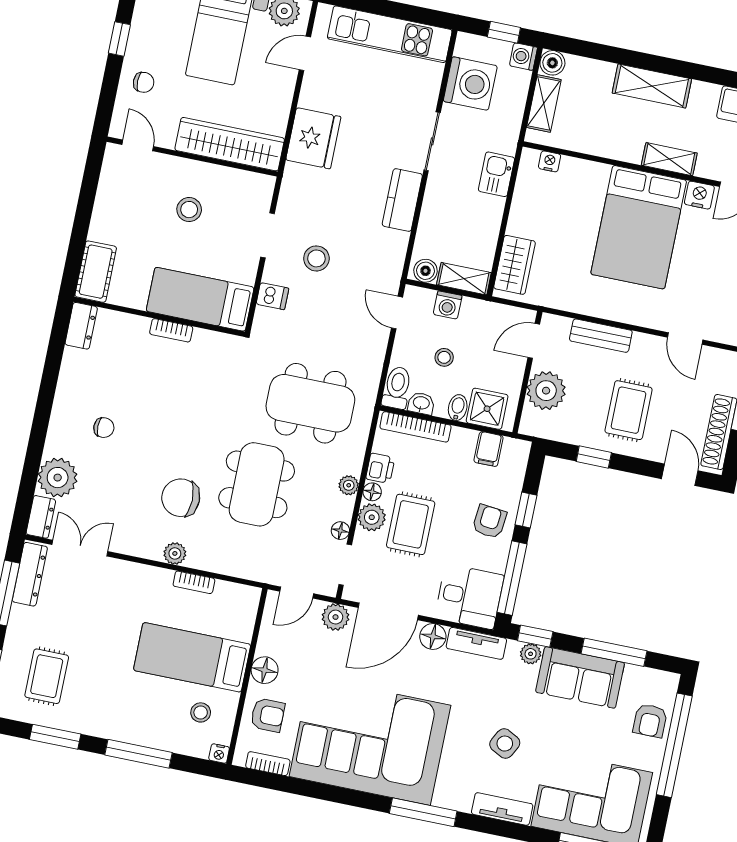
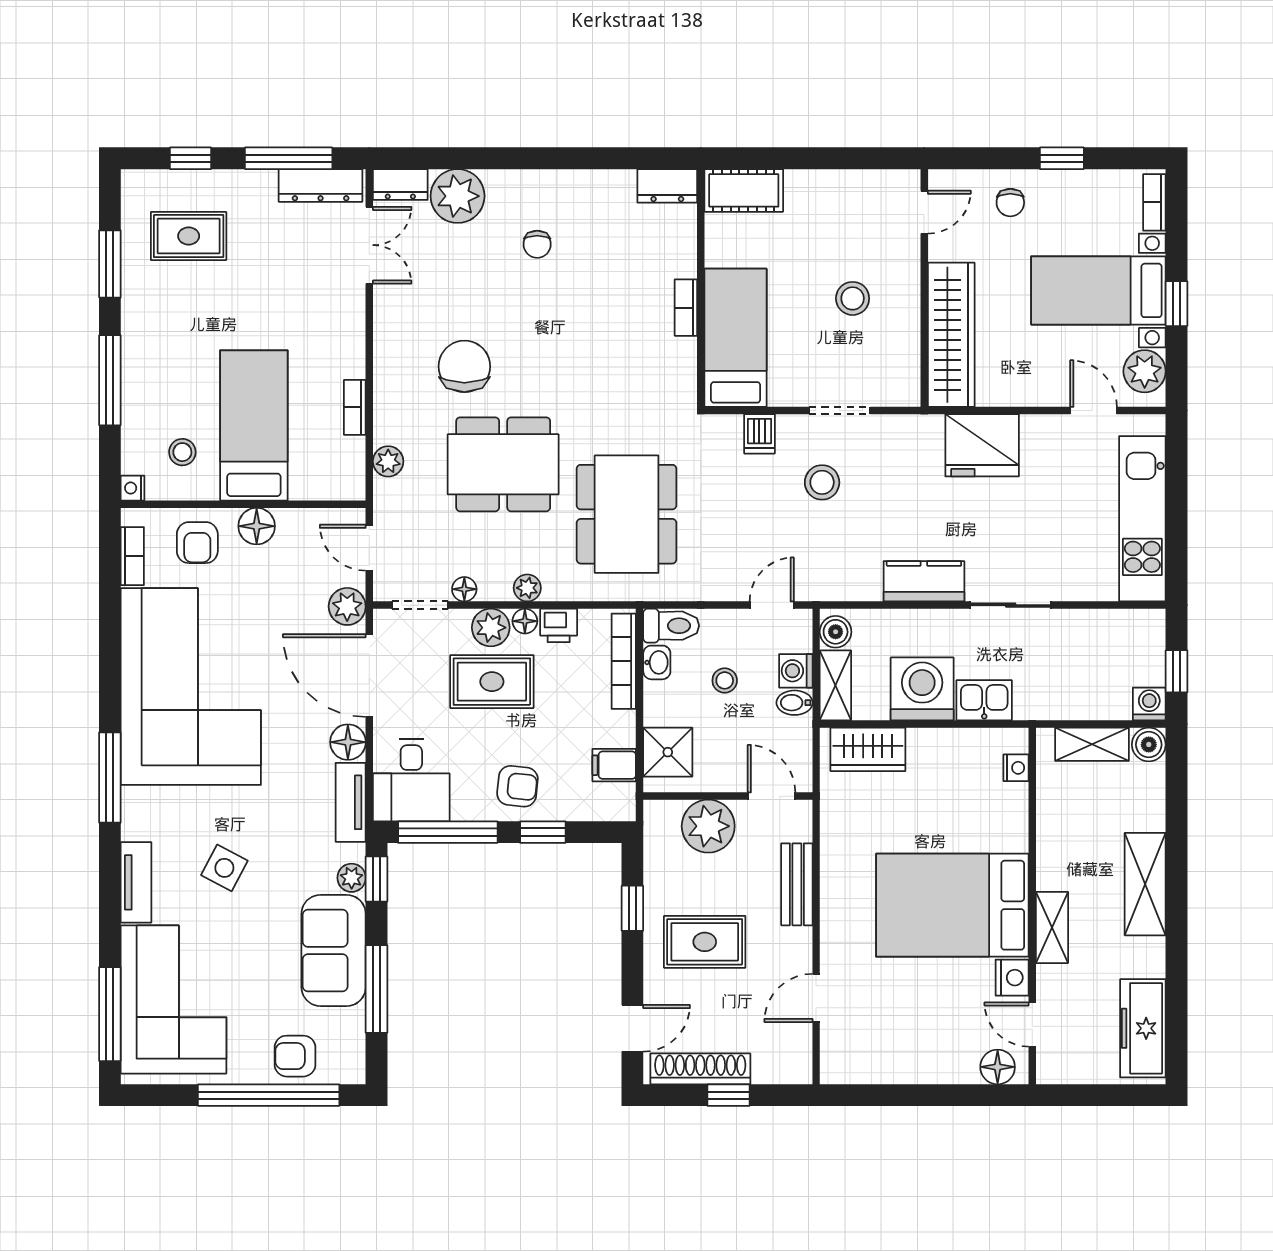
washing machine: (470, 84) -> (922, 689), moved, turned 180
bidet: (458, 408) -> (794, 703), moved, turned 180
plant: (175, 553) -> (388, 461), moved

